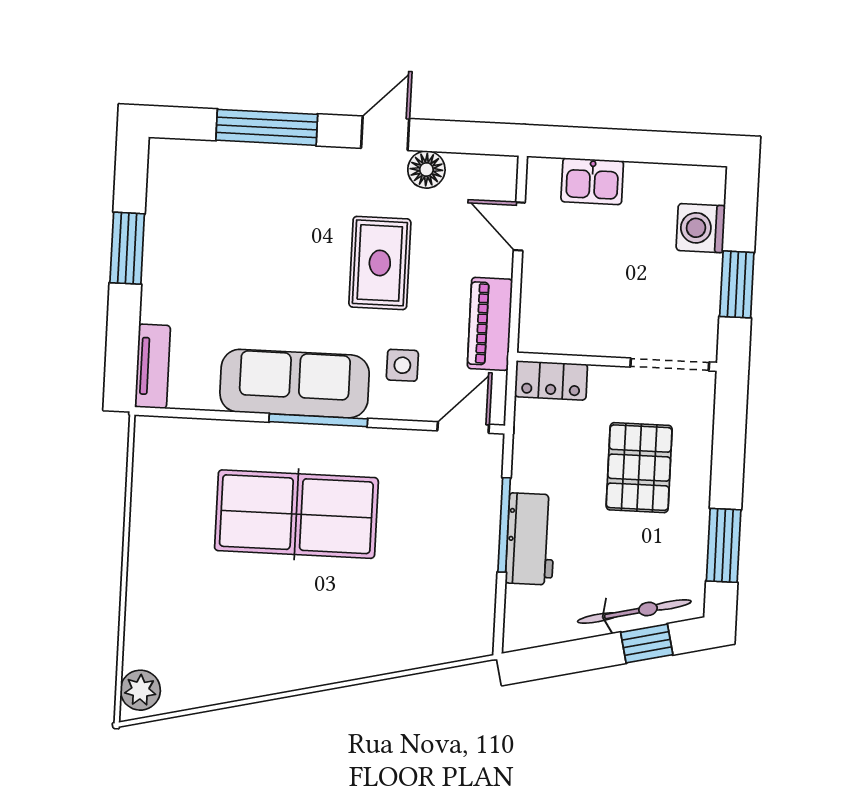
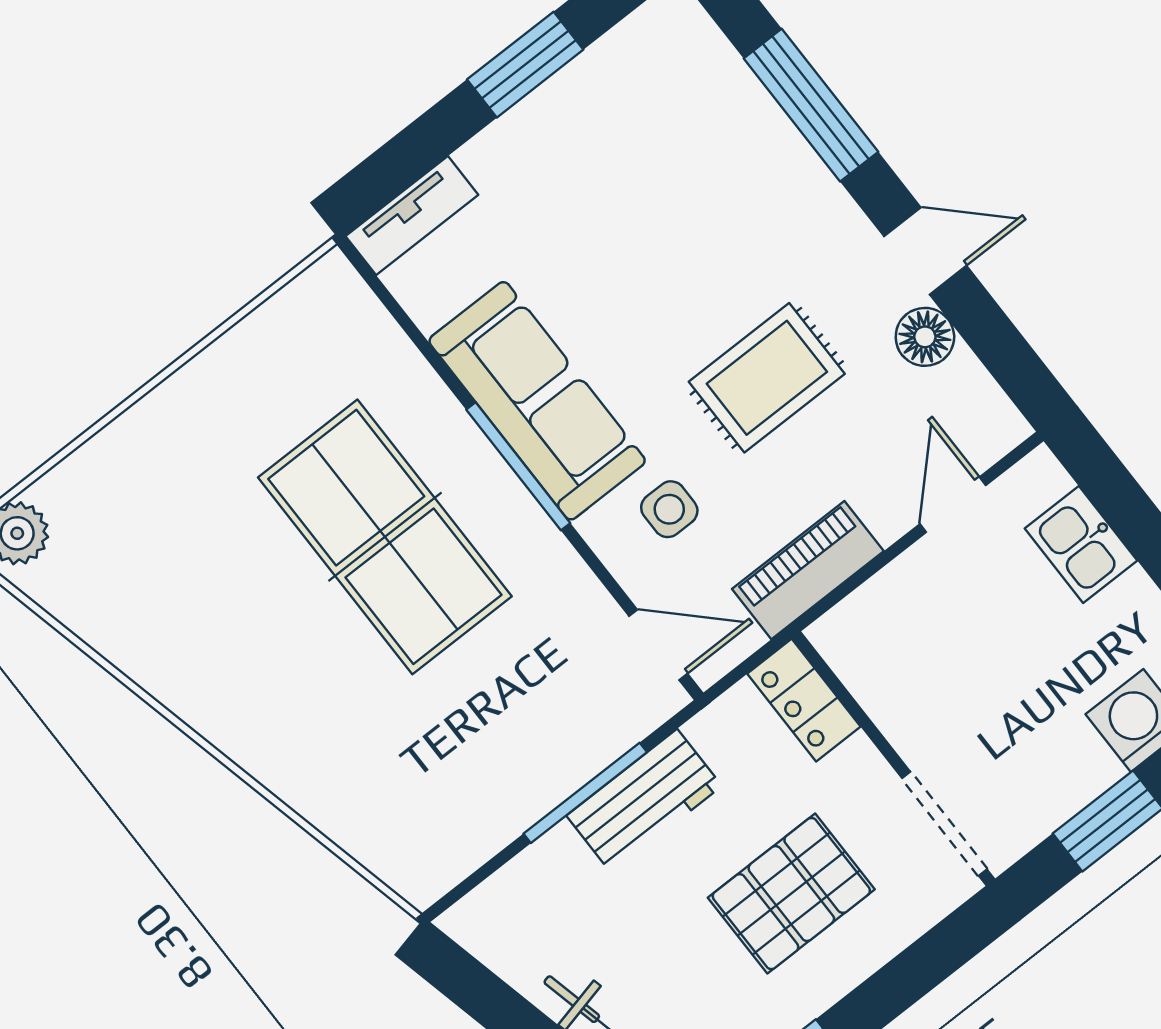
workbench: (531, 539) -> (644, 801), moved

